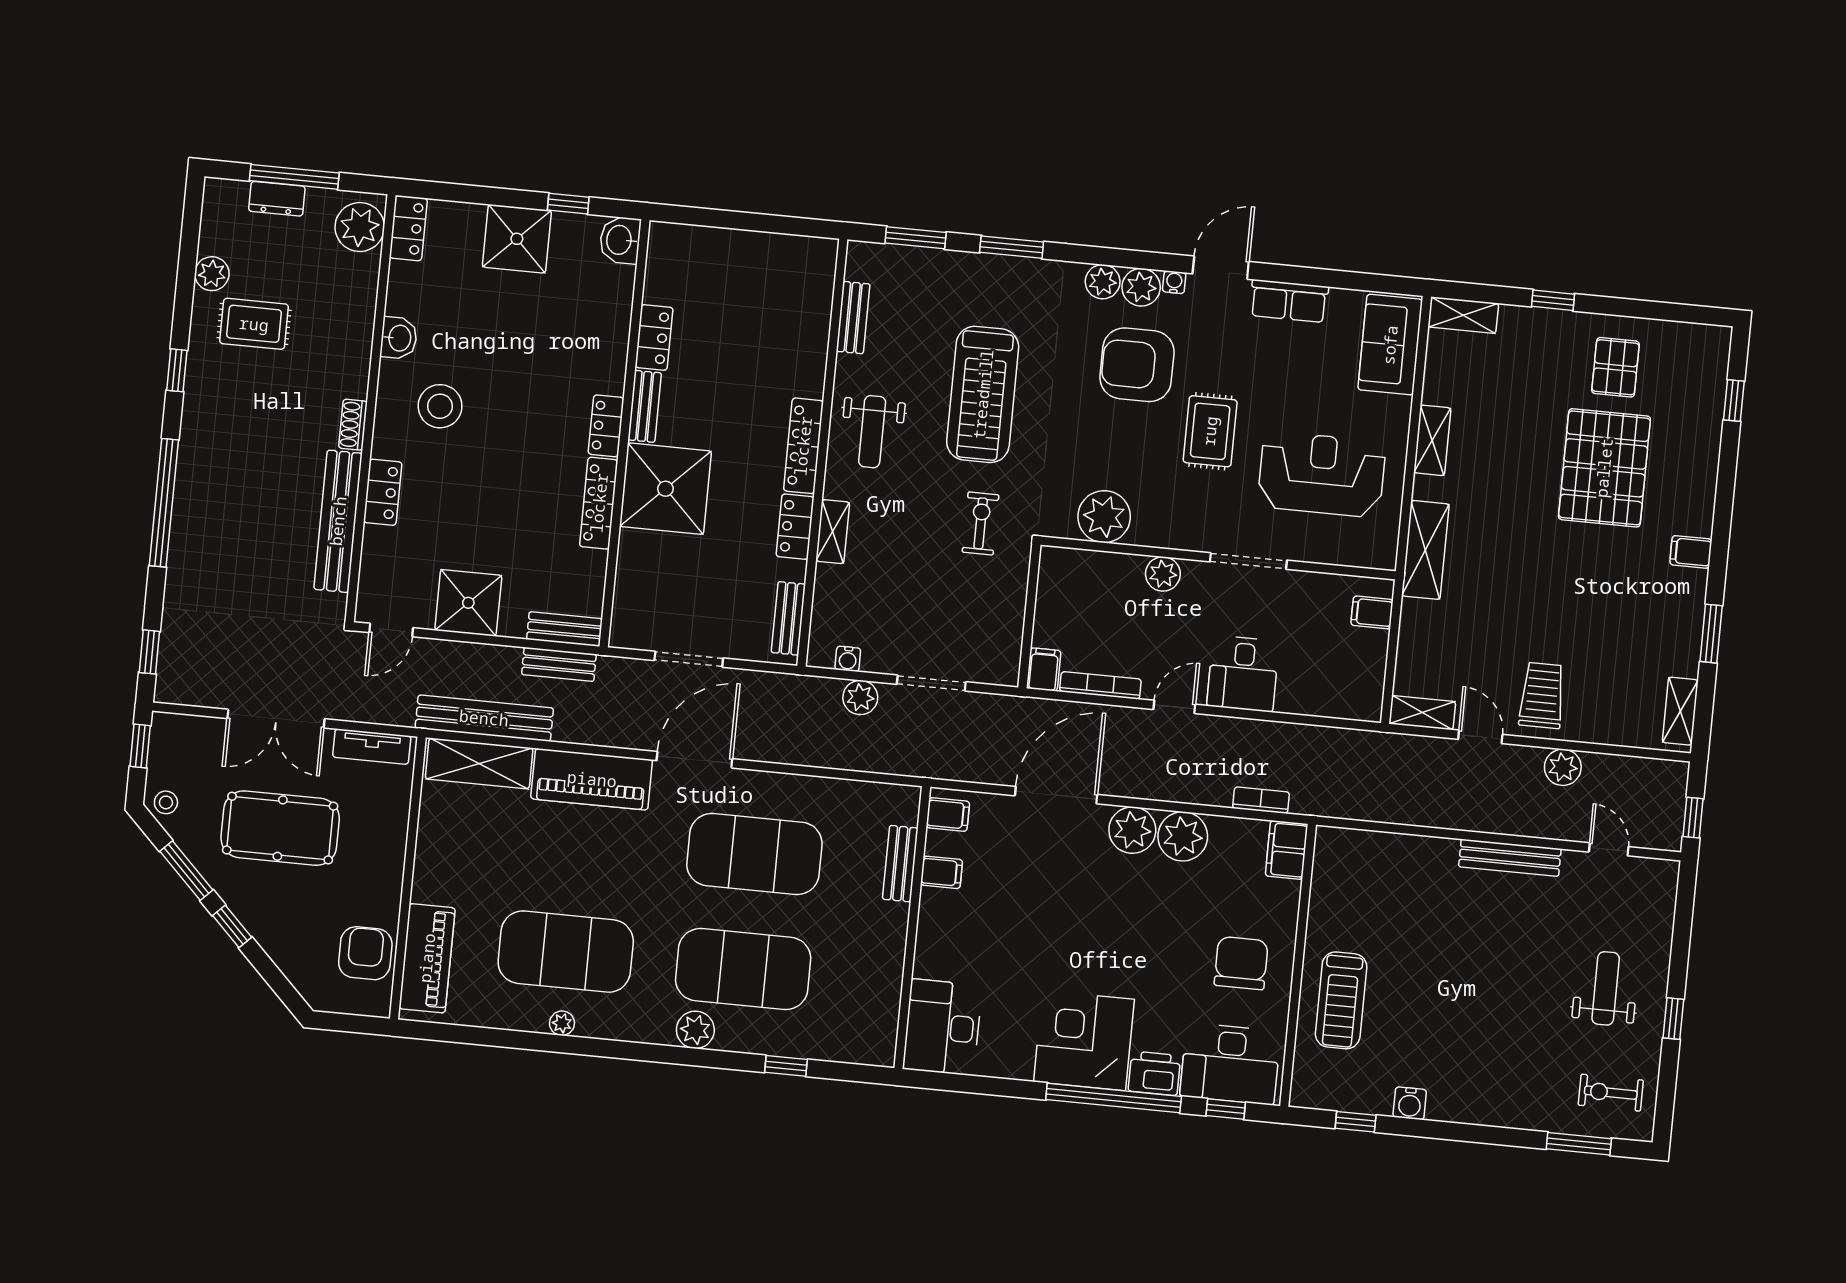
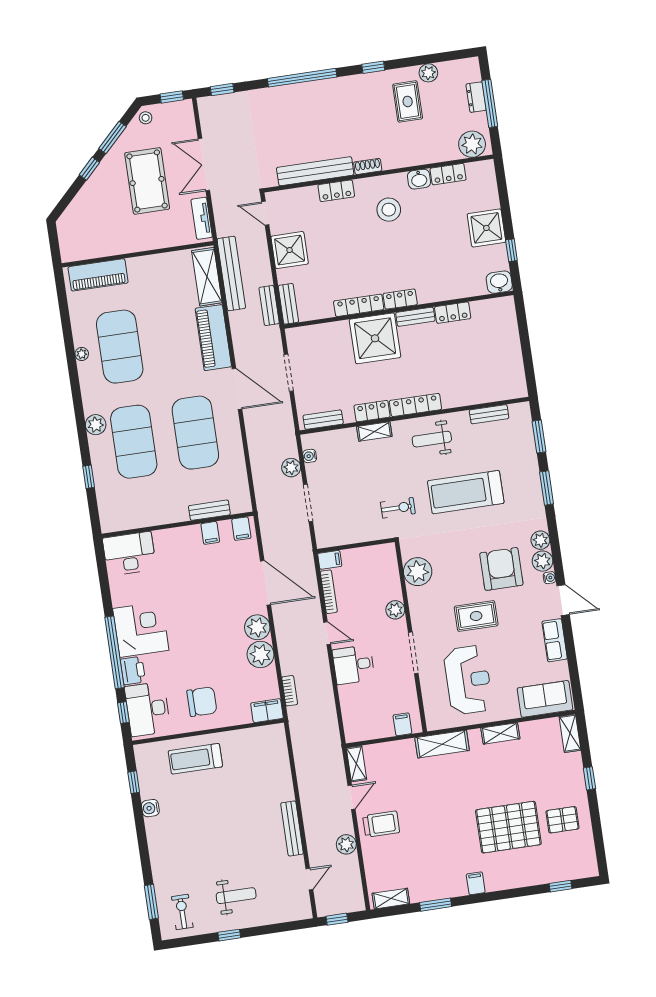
locker: (408, 228) -> (448, 174), moved
armchair: (365, 953) -> (93, 242), removed

